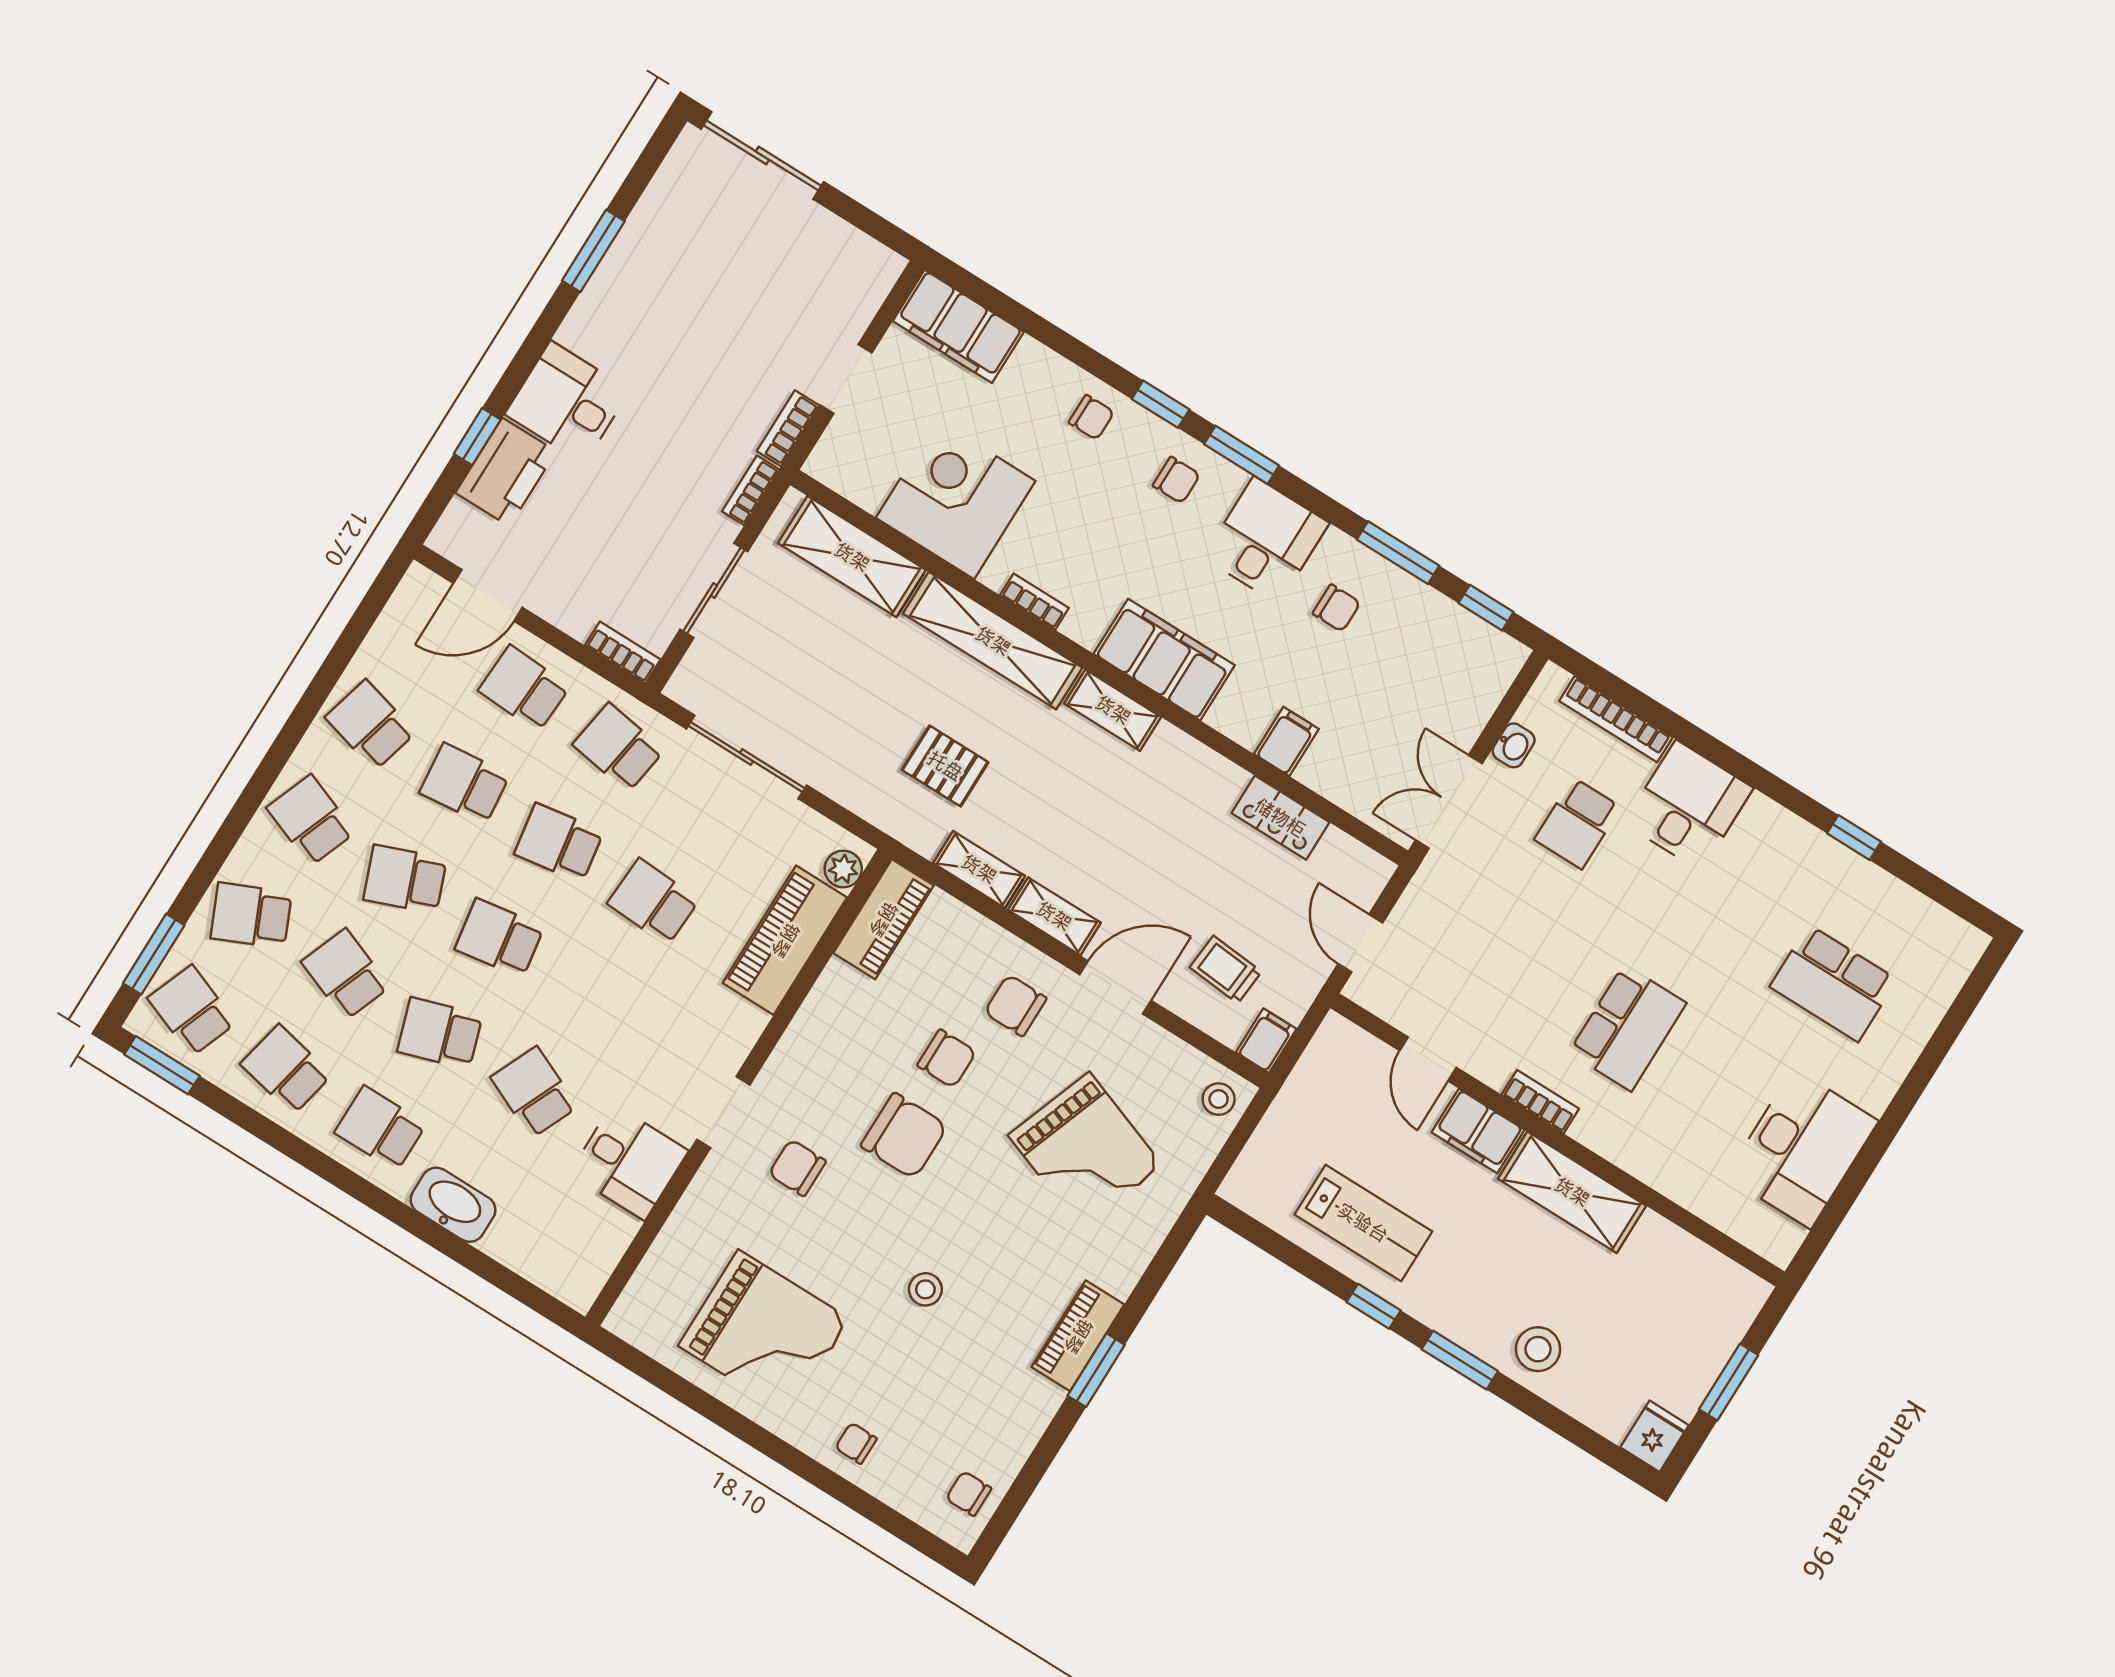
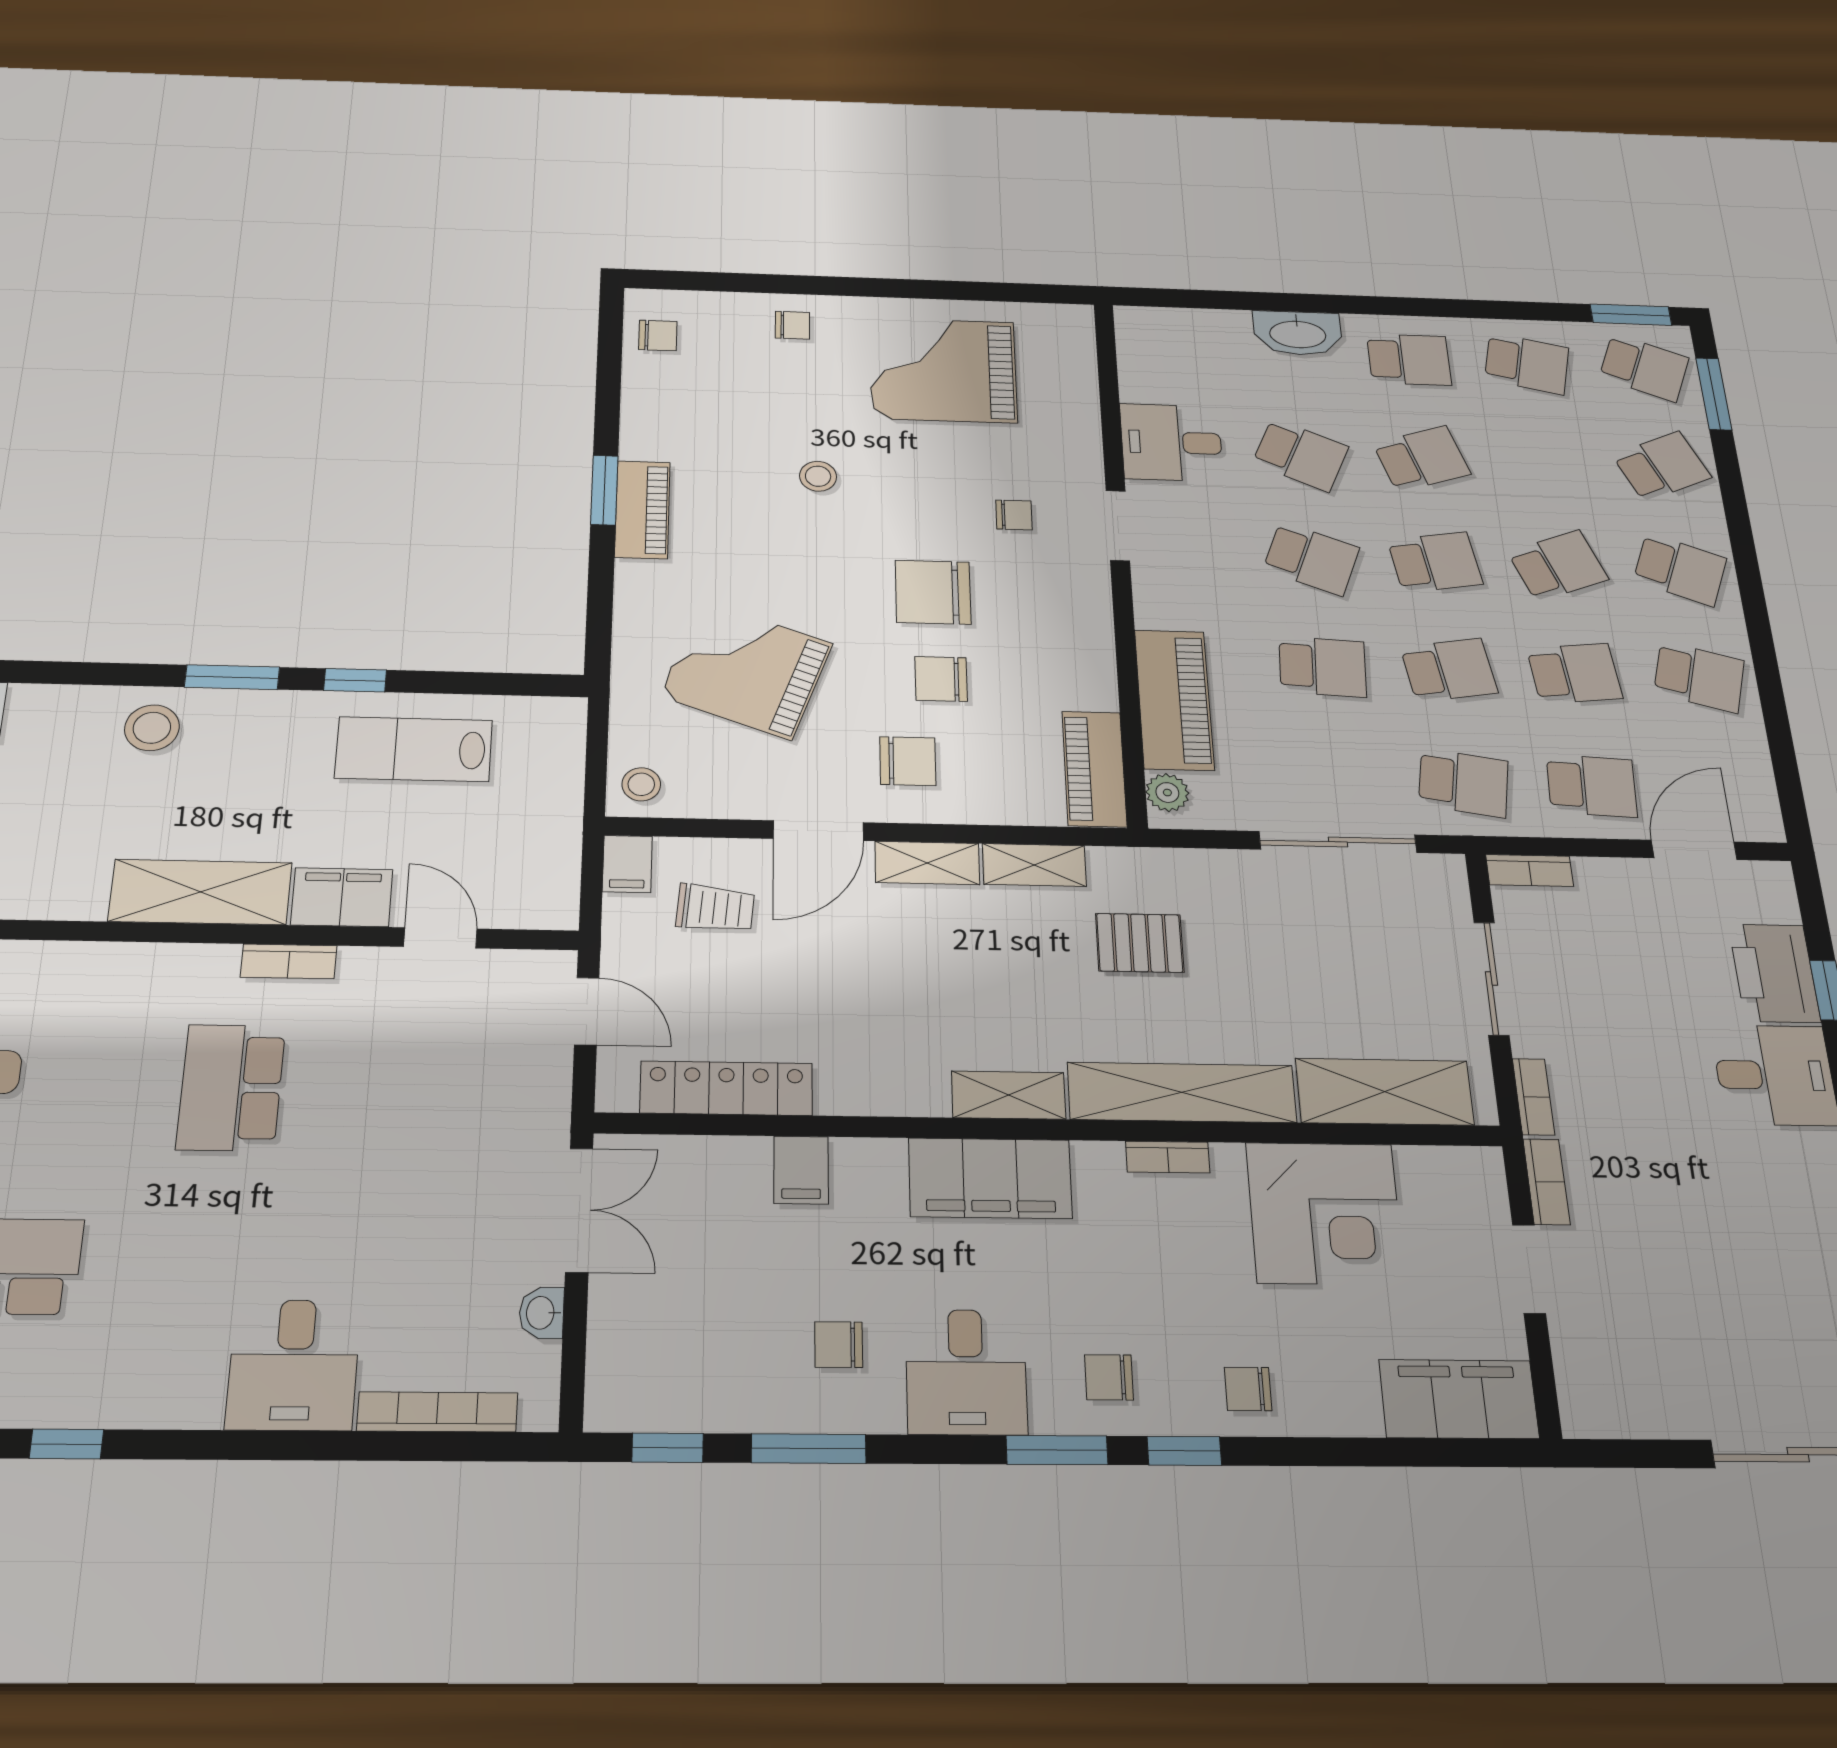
locker: (1280, 818) -> (726, 1088), width x1.53
school desk: (1577, 823) -> (416, 1271), removed
school desk: (346, 974) -> (1311, 559), moved
chair: (797, 1168) -> (1014, 515), width x0.73, depth x0.73

